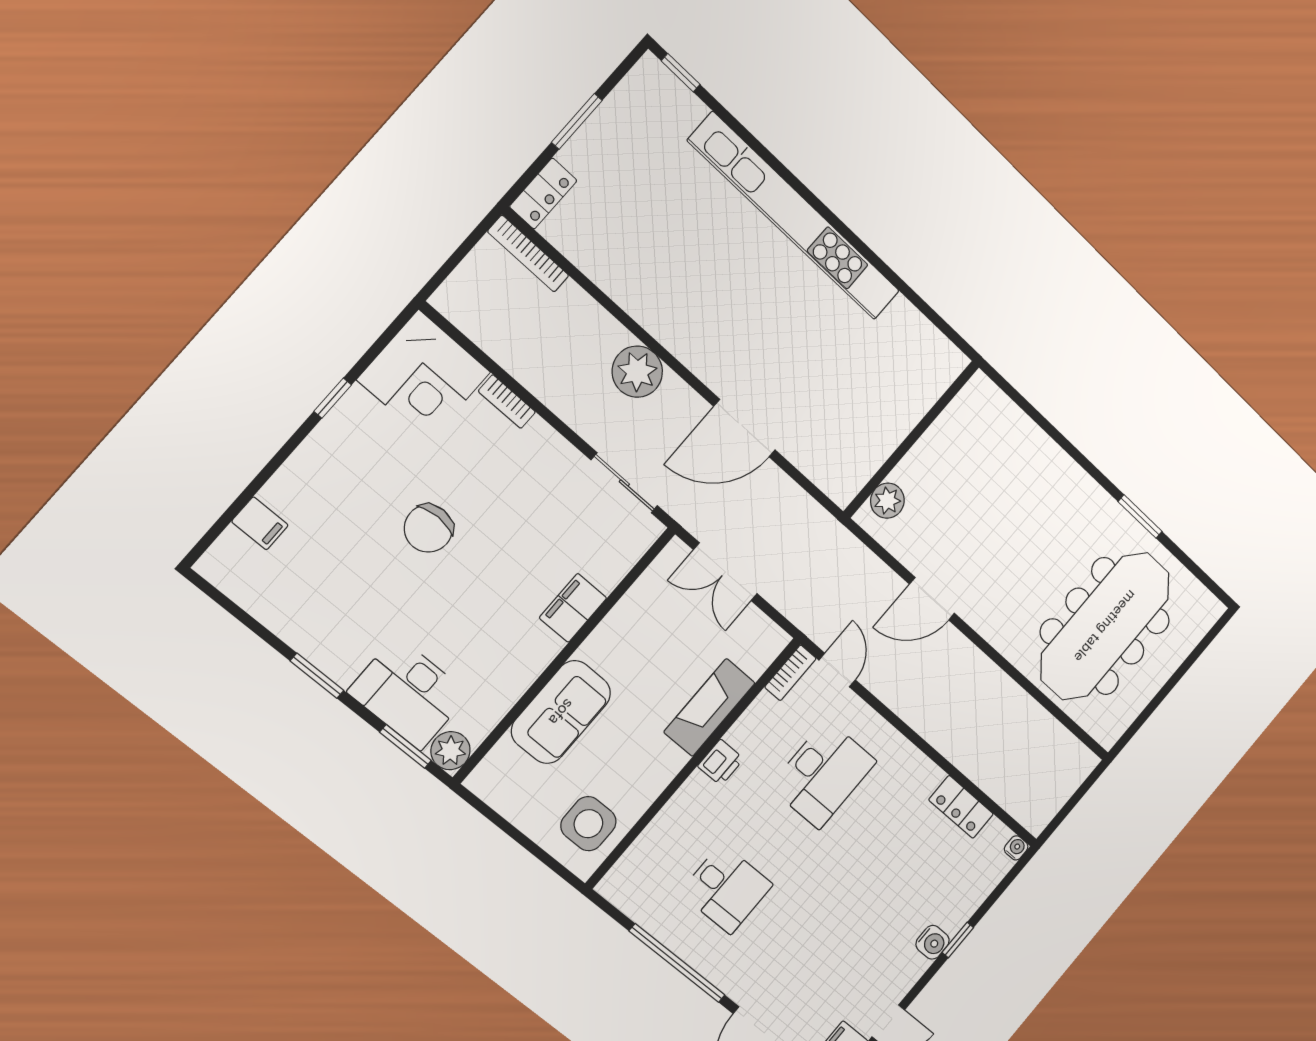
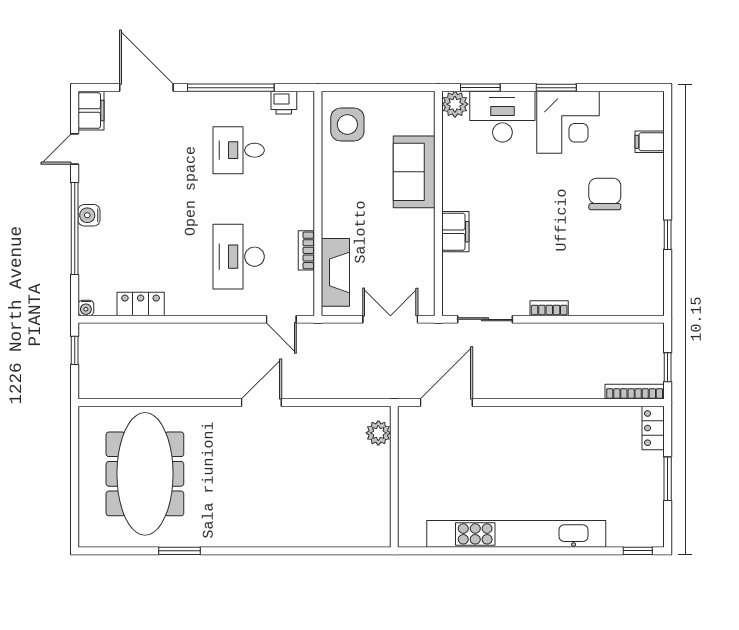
window: (466, 247) -> (668, 367), added
plant: (637, 372) -> (528, 382), removed
corner desk: (424, 376) -> (568, 122), moved, turned 180
bookcase: (507, 402) -> (549, 308), moved
wall: (911, 439) -> (394, 477), moved
plant: (887, 501) -> (378, 433), moved
chair: (428, 528) -> (605, 194), moved
bookcase: (790, 673) -> (306, 250), moved
fireplace: (709, 707) -> (335, 272), moved
printer: (721, 763) -> (284, 103), moved, turned -90
window: (1063, 813) -> (75, 350), added
window: (958, 940) -> (75, 228), width x3.17

